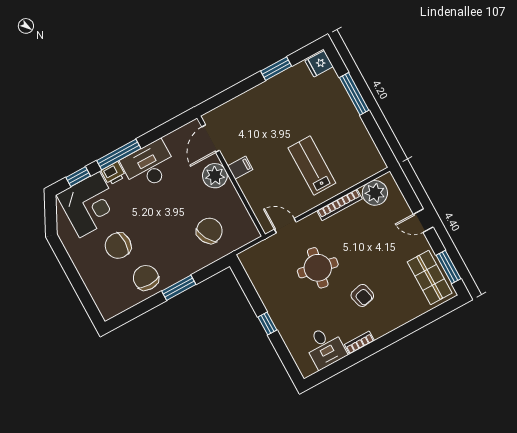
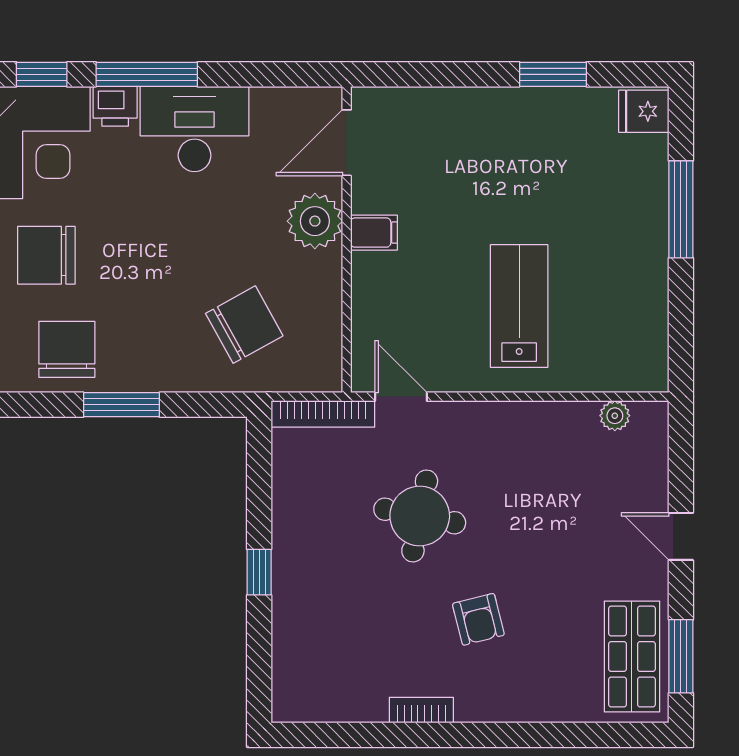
plant: (375, 193) -> (615, 416), width x0.53, depth x0.53
bookcase: (339, 205) -> (323, 414), moved
desk: (325, 347) -> (348, 682), removed

